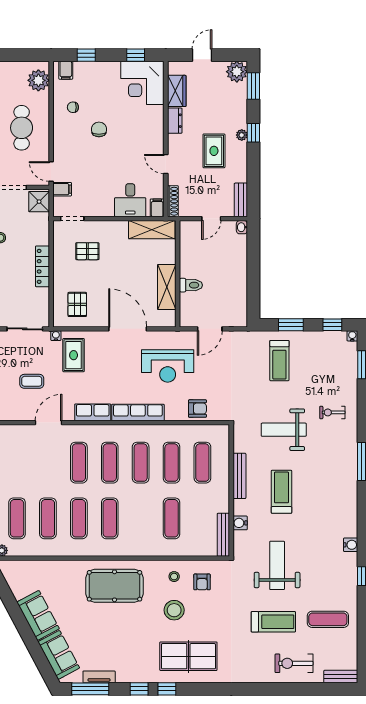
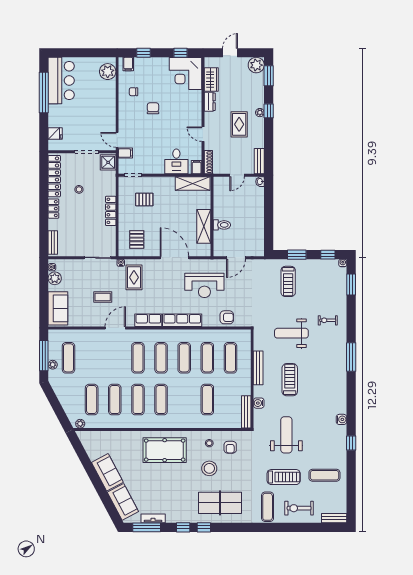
cafe table: (22, 128) -> (95, 107), removed
exercise mat: (252, 661) -> (268, 507), added

